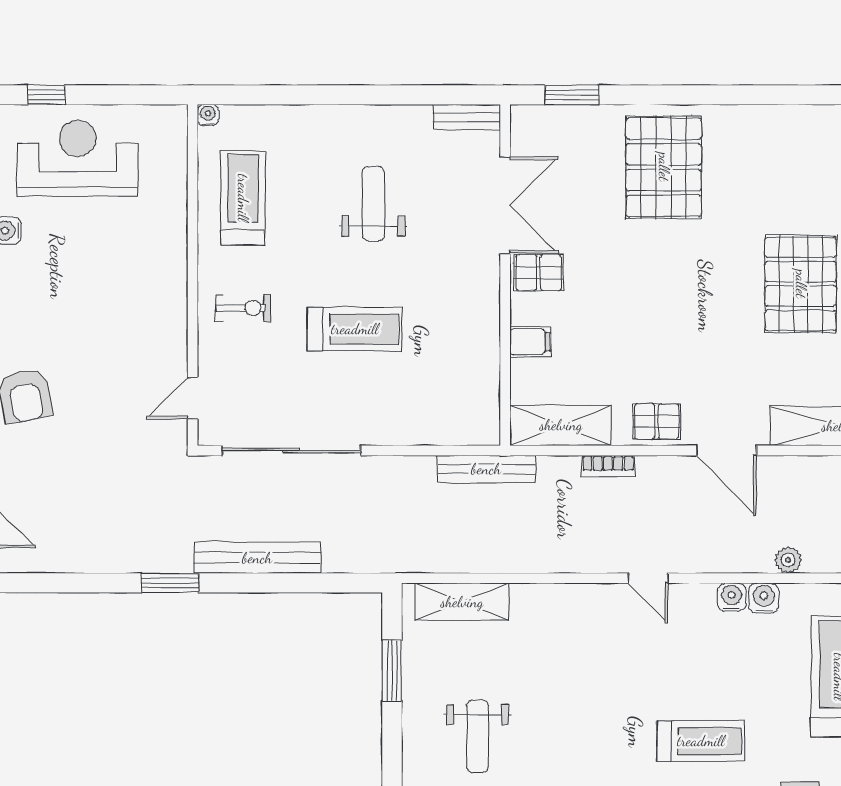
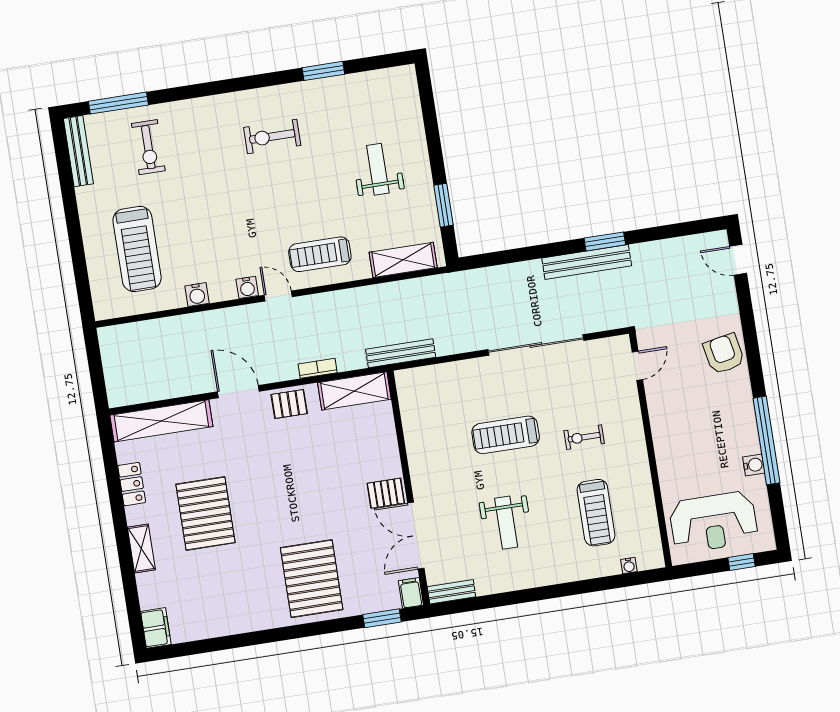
wall: (193, 275) -> (651, 450), moved
filing cabinet: (530, 342) -> (411, 593), moved, turned 90
door: (193, 398) -> (637, 366), moved
bench: (257, 558) -> (587, 262), moved
plant: (788, 560) -> (184, 323), removed
water cooler: (732, 597) -> (247, 287), moved
treadmill: (701, 741) -> (320, 254), moved

